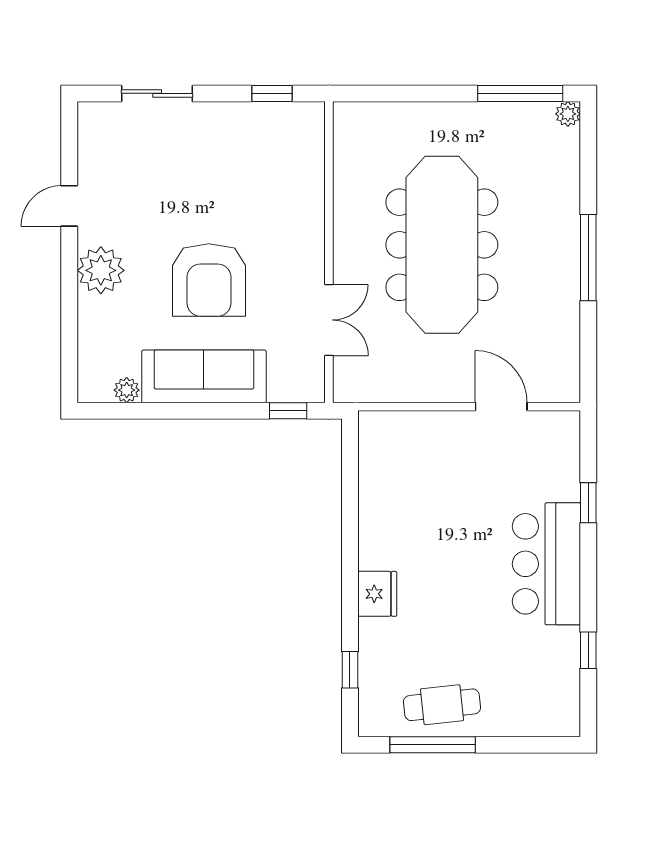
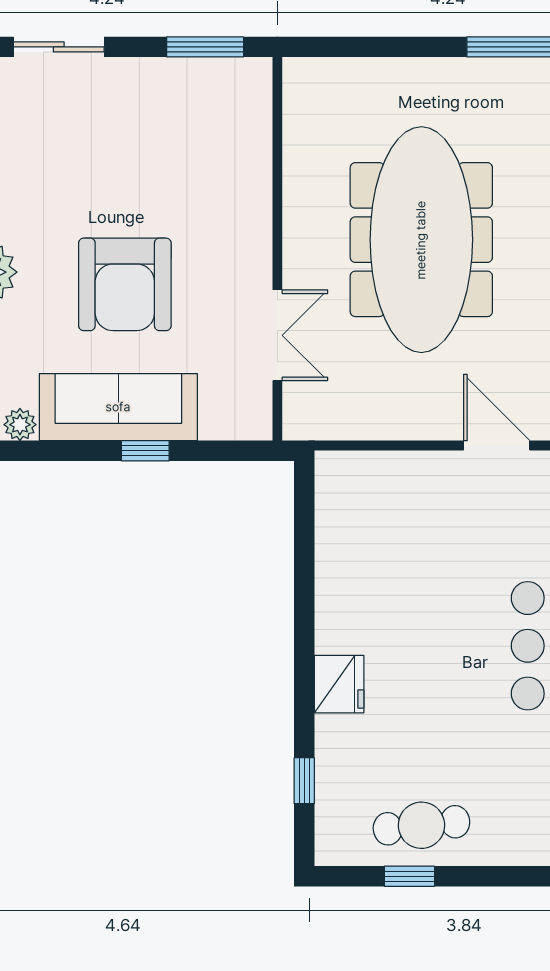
window: (272, 93) -> (205, 47), width x1.50
window: (288, 411) -> (145, 451), moved
window: (433, 745) -> (409, 876), width x0.46

